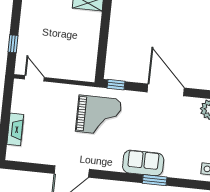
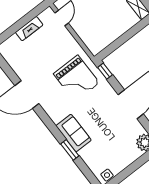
fireplace: (15, 129) -> (29, 29), moved

